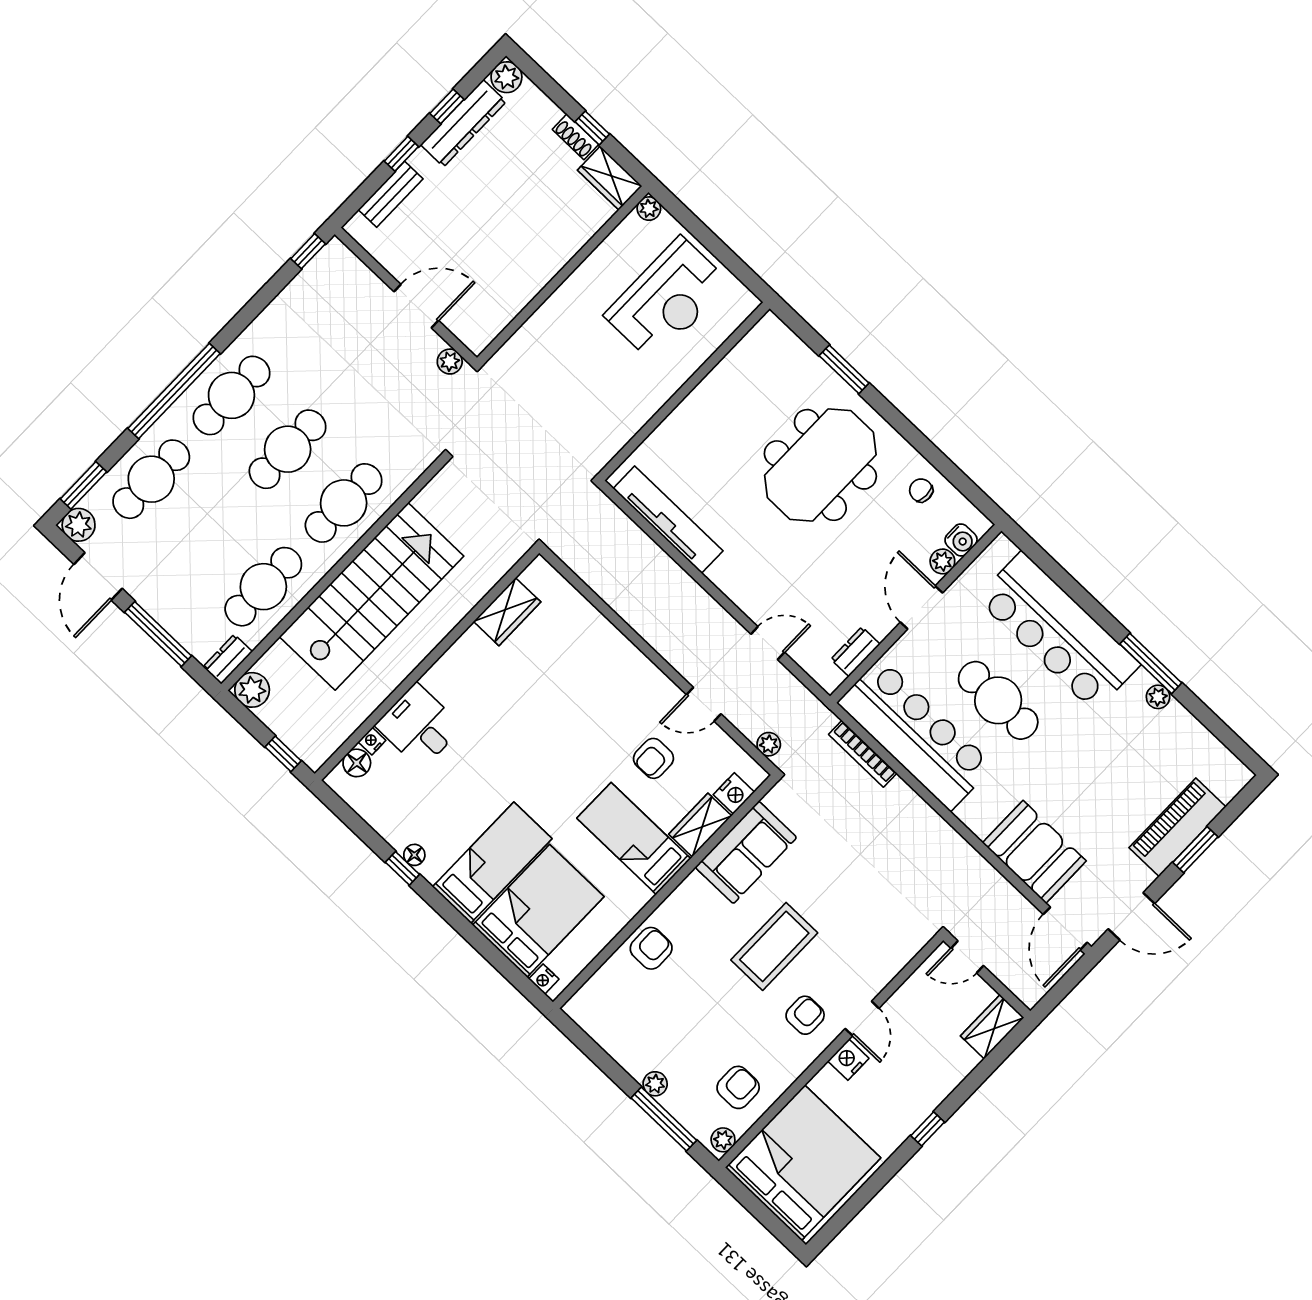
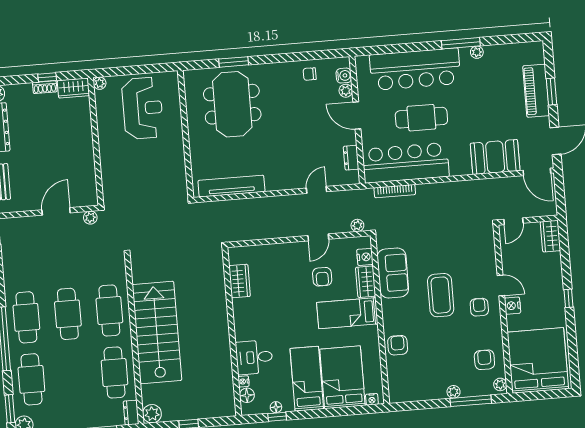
meeting table: (820, 465) -> (232, 104), moved
wardrobe: (507, 612) -> (240, 281), moved
wall: (427, 663) -> (232, 332), moved
desk: (419, 726) -> (254, 357), moved
nightstand: (372, 741) -> (244, 381), moved
floor lamp: (357, 763) -> (247, 395), moved

